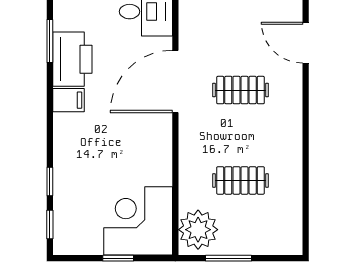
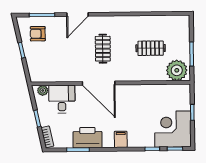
filing cabinet: (69, 100) -> (121, 139), moved
clothes rail: (240, 180) -> (151, 48), turned 90
corner desk: (138, 221) -> (173, 129), moved, turned 90

